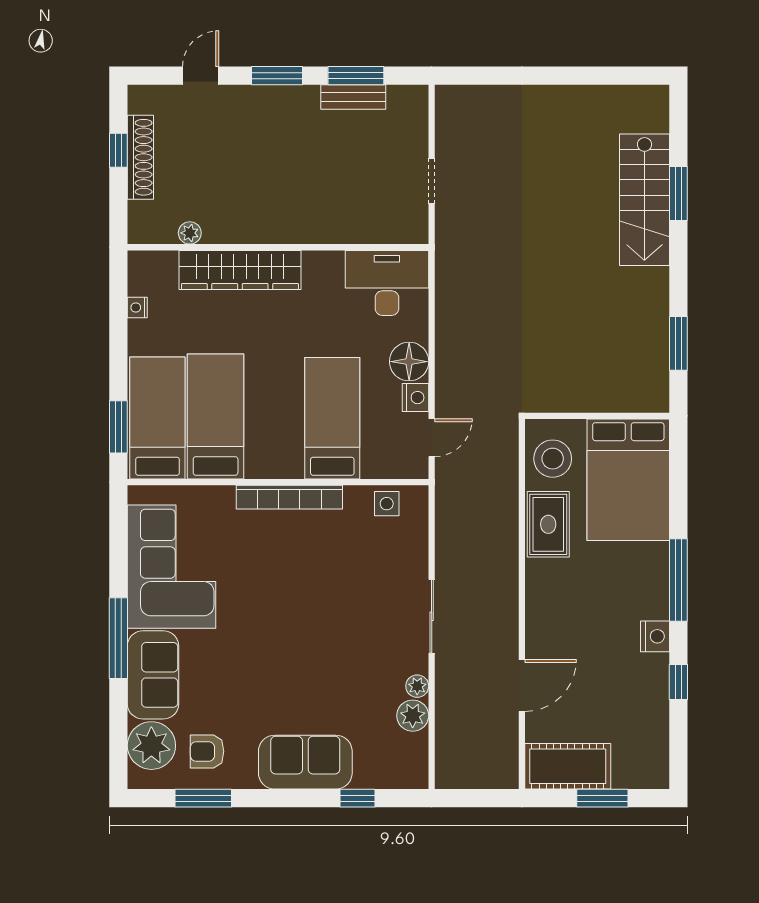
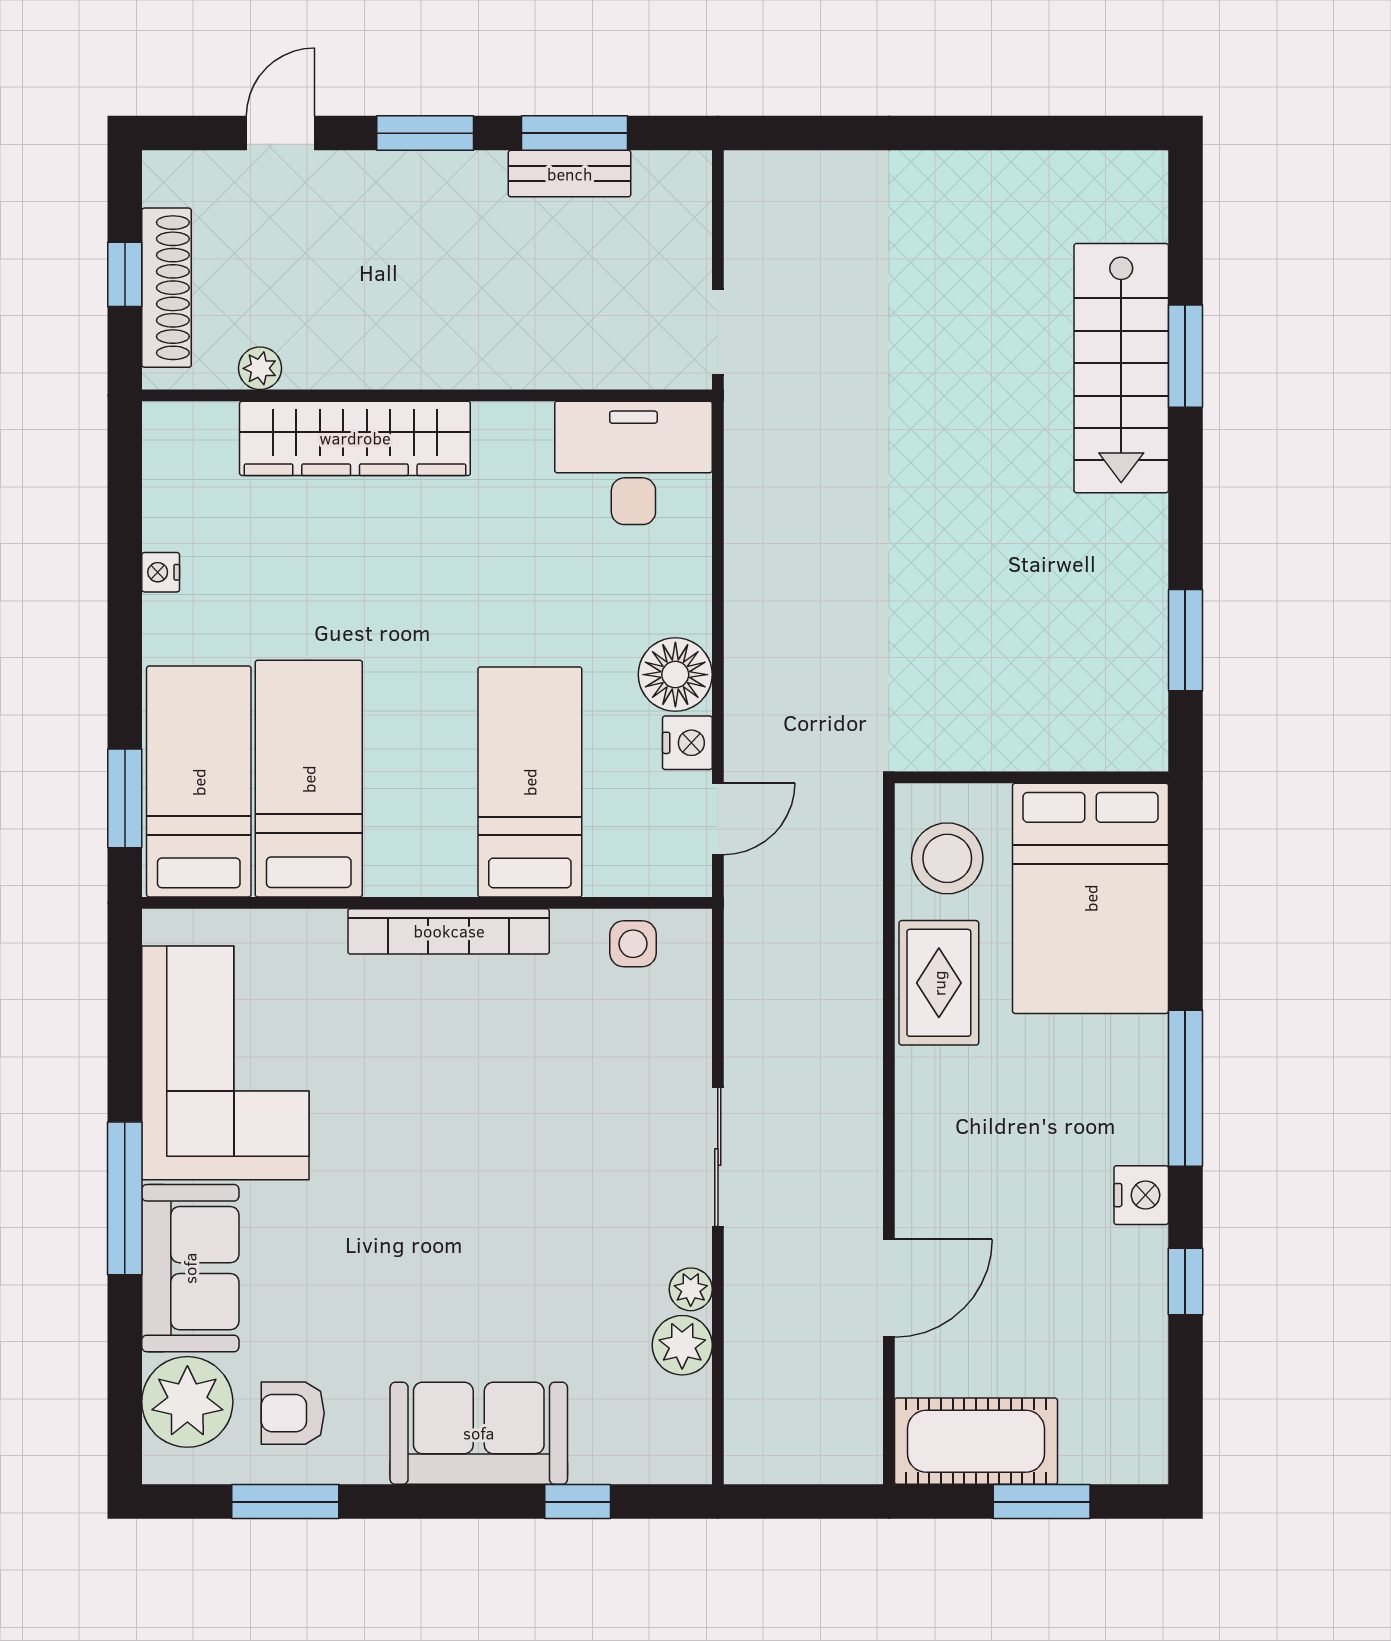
plant: (190, 233) -> (260, 368), moved
wall: (278, 247) -> (427, 395), moved
wardrobe: (240, 270) -> (355, 438), moved
desk: (387, 283) -> (633, 463), moved

